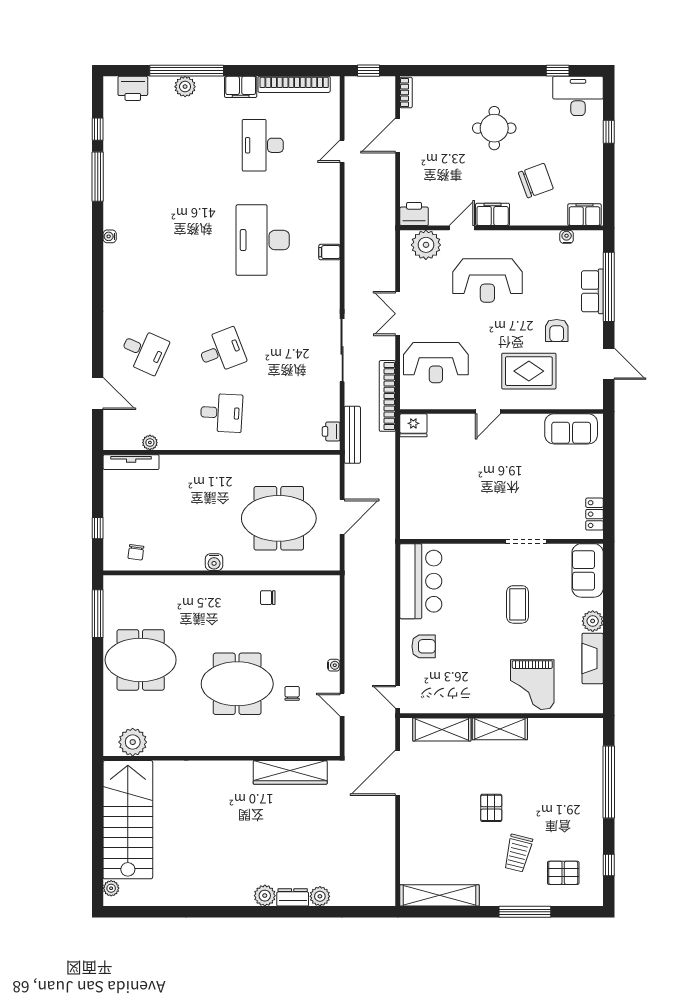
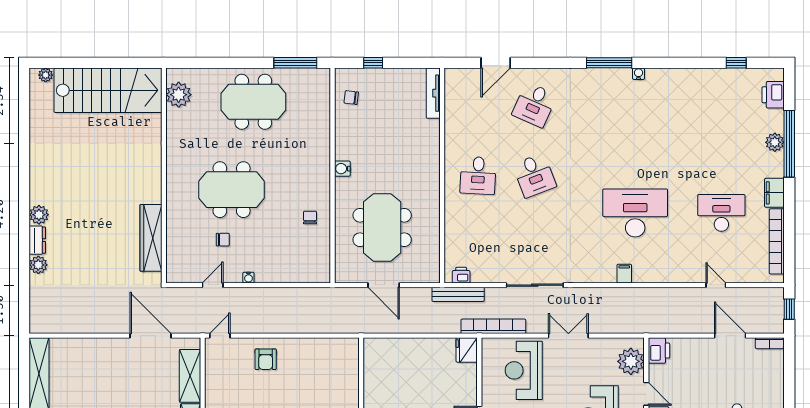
window: (98, 177) -> (609, 63), moved
plant: (150, 443) -> (451, 110), removed
bar counter: (421, 581) -> (325, 357), removed
meeting table: (141, 660) -> (253, 102), turned 90
meeting table: (237, 684) -> (232, 190), turned 90

